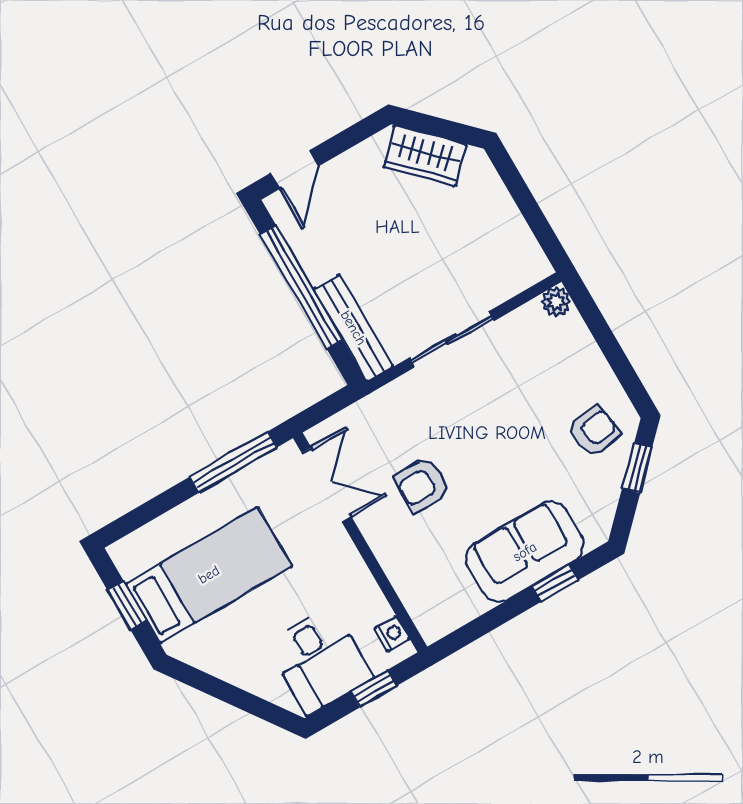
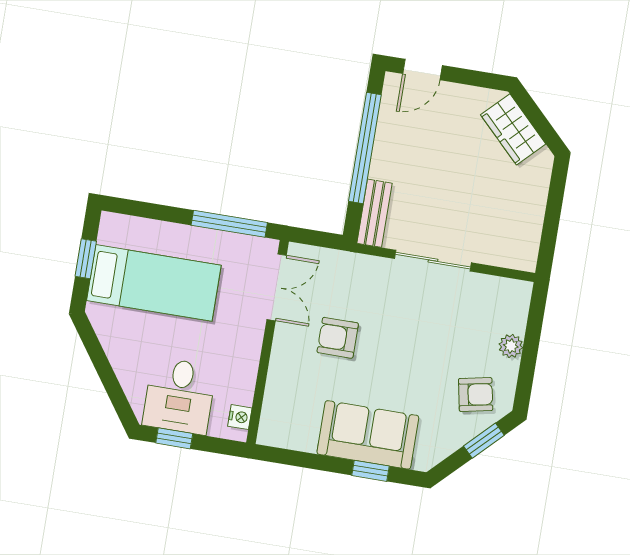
plant: (556, 302) -> (511, 346), moved
bench: (353, 328) -> (375, 213), width x0.73
window: (374, 689) -> (174, 438), moved

